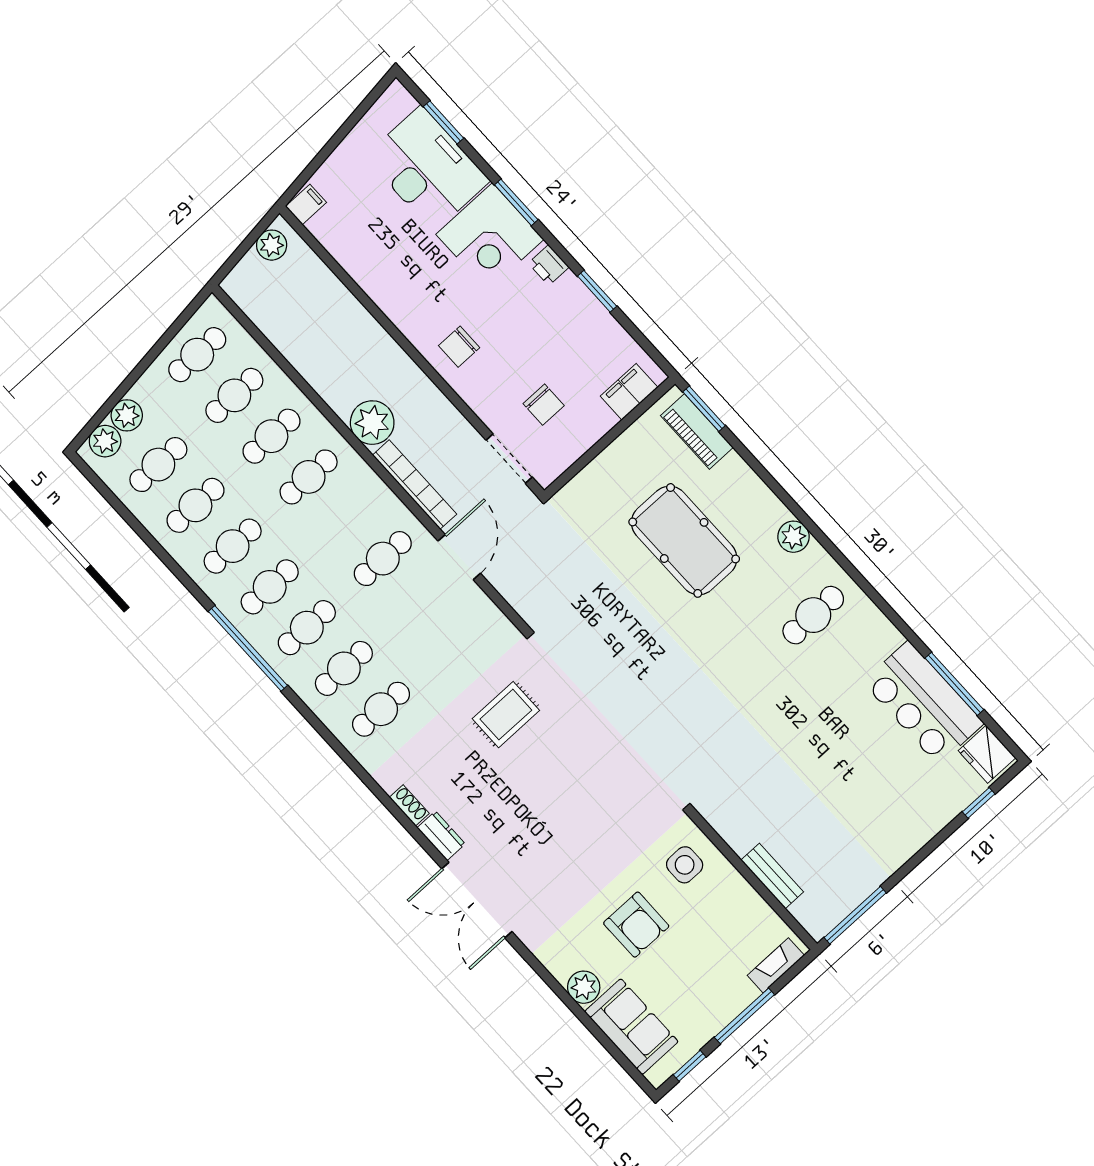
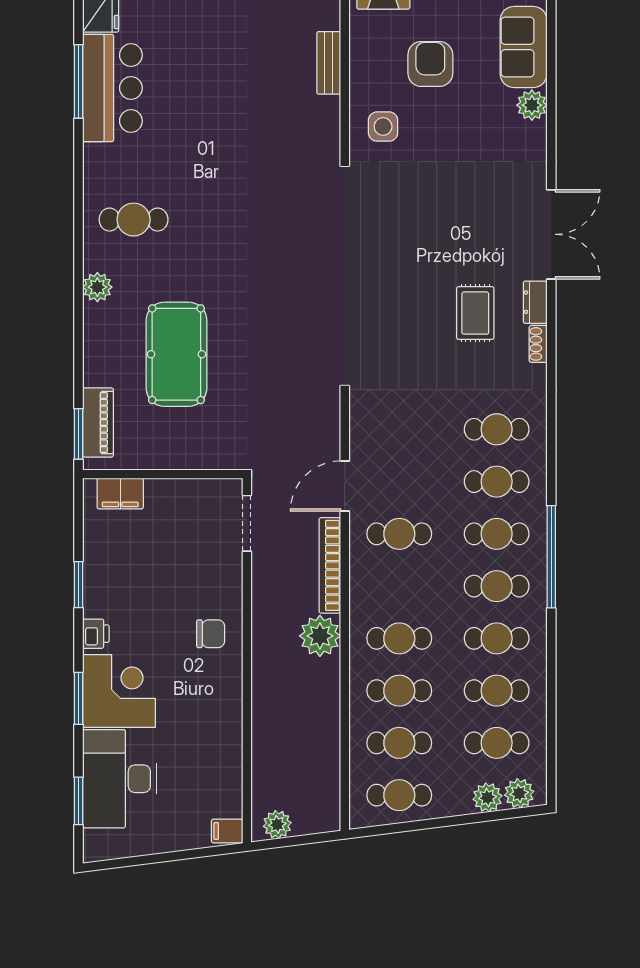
chair: (544, 405) -> (188, 539), removed
rug: (506, 715) -> (475, 313), moved, turned 90
armchair: (636, 925) -> (430, 64), moved

